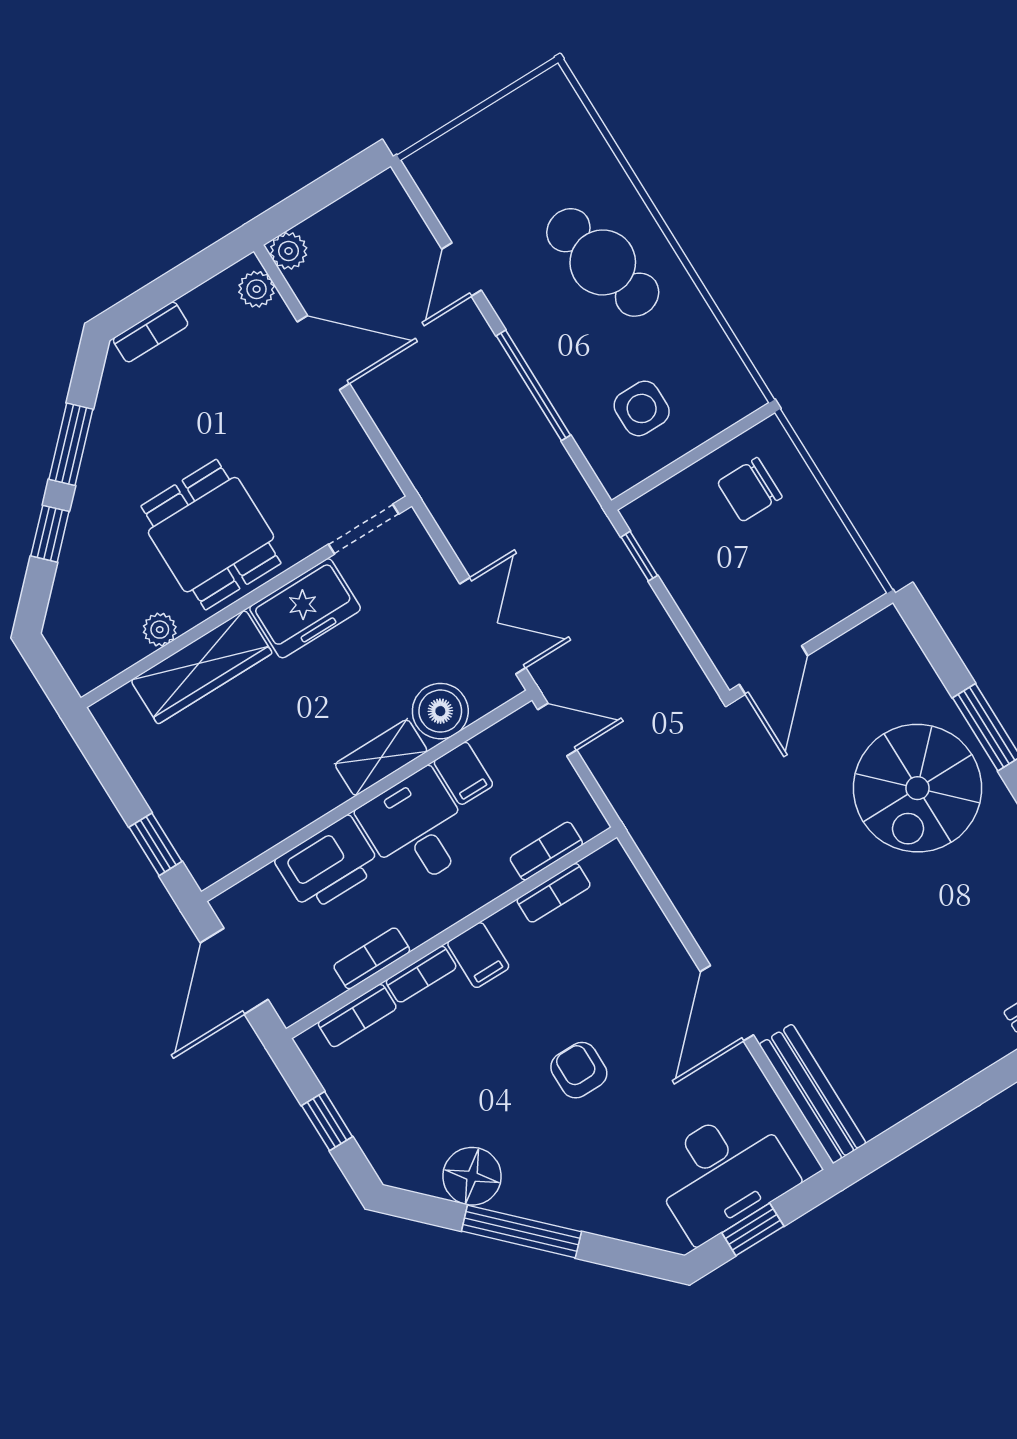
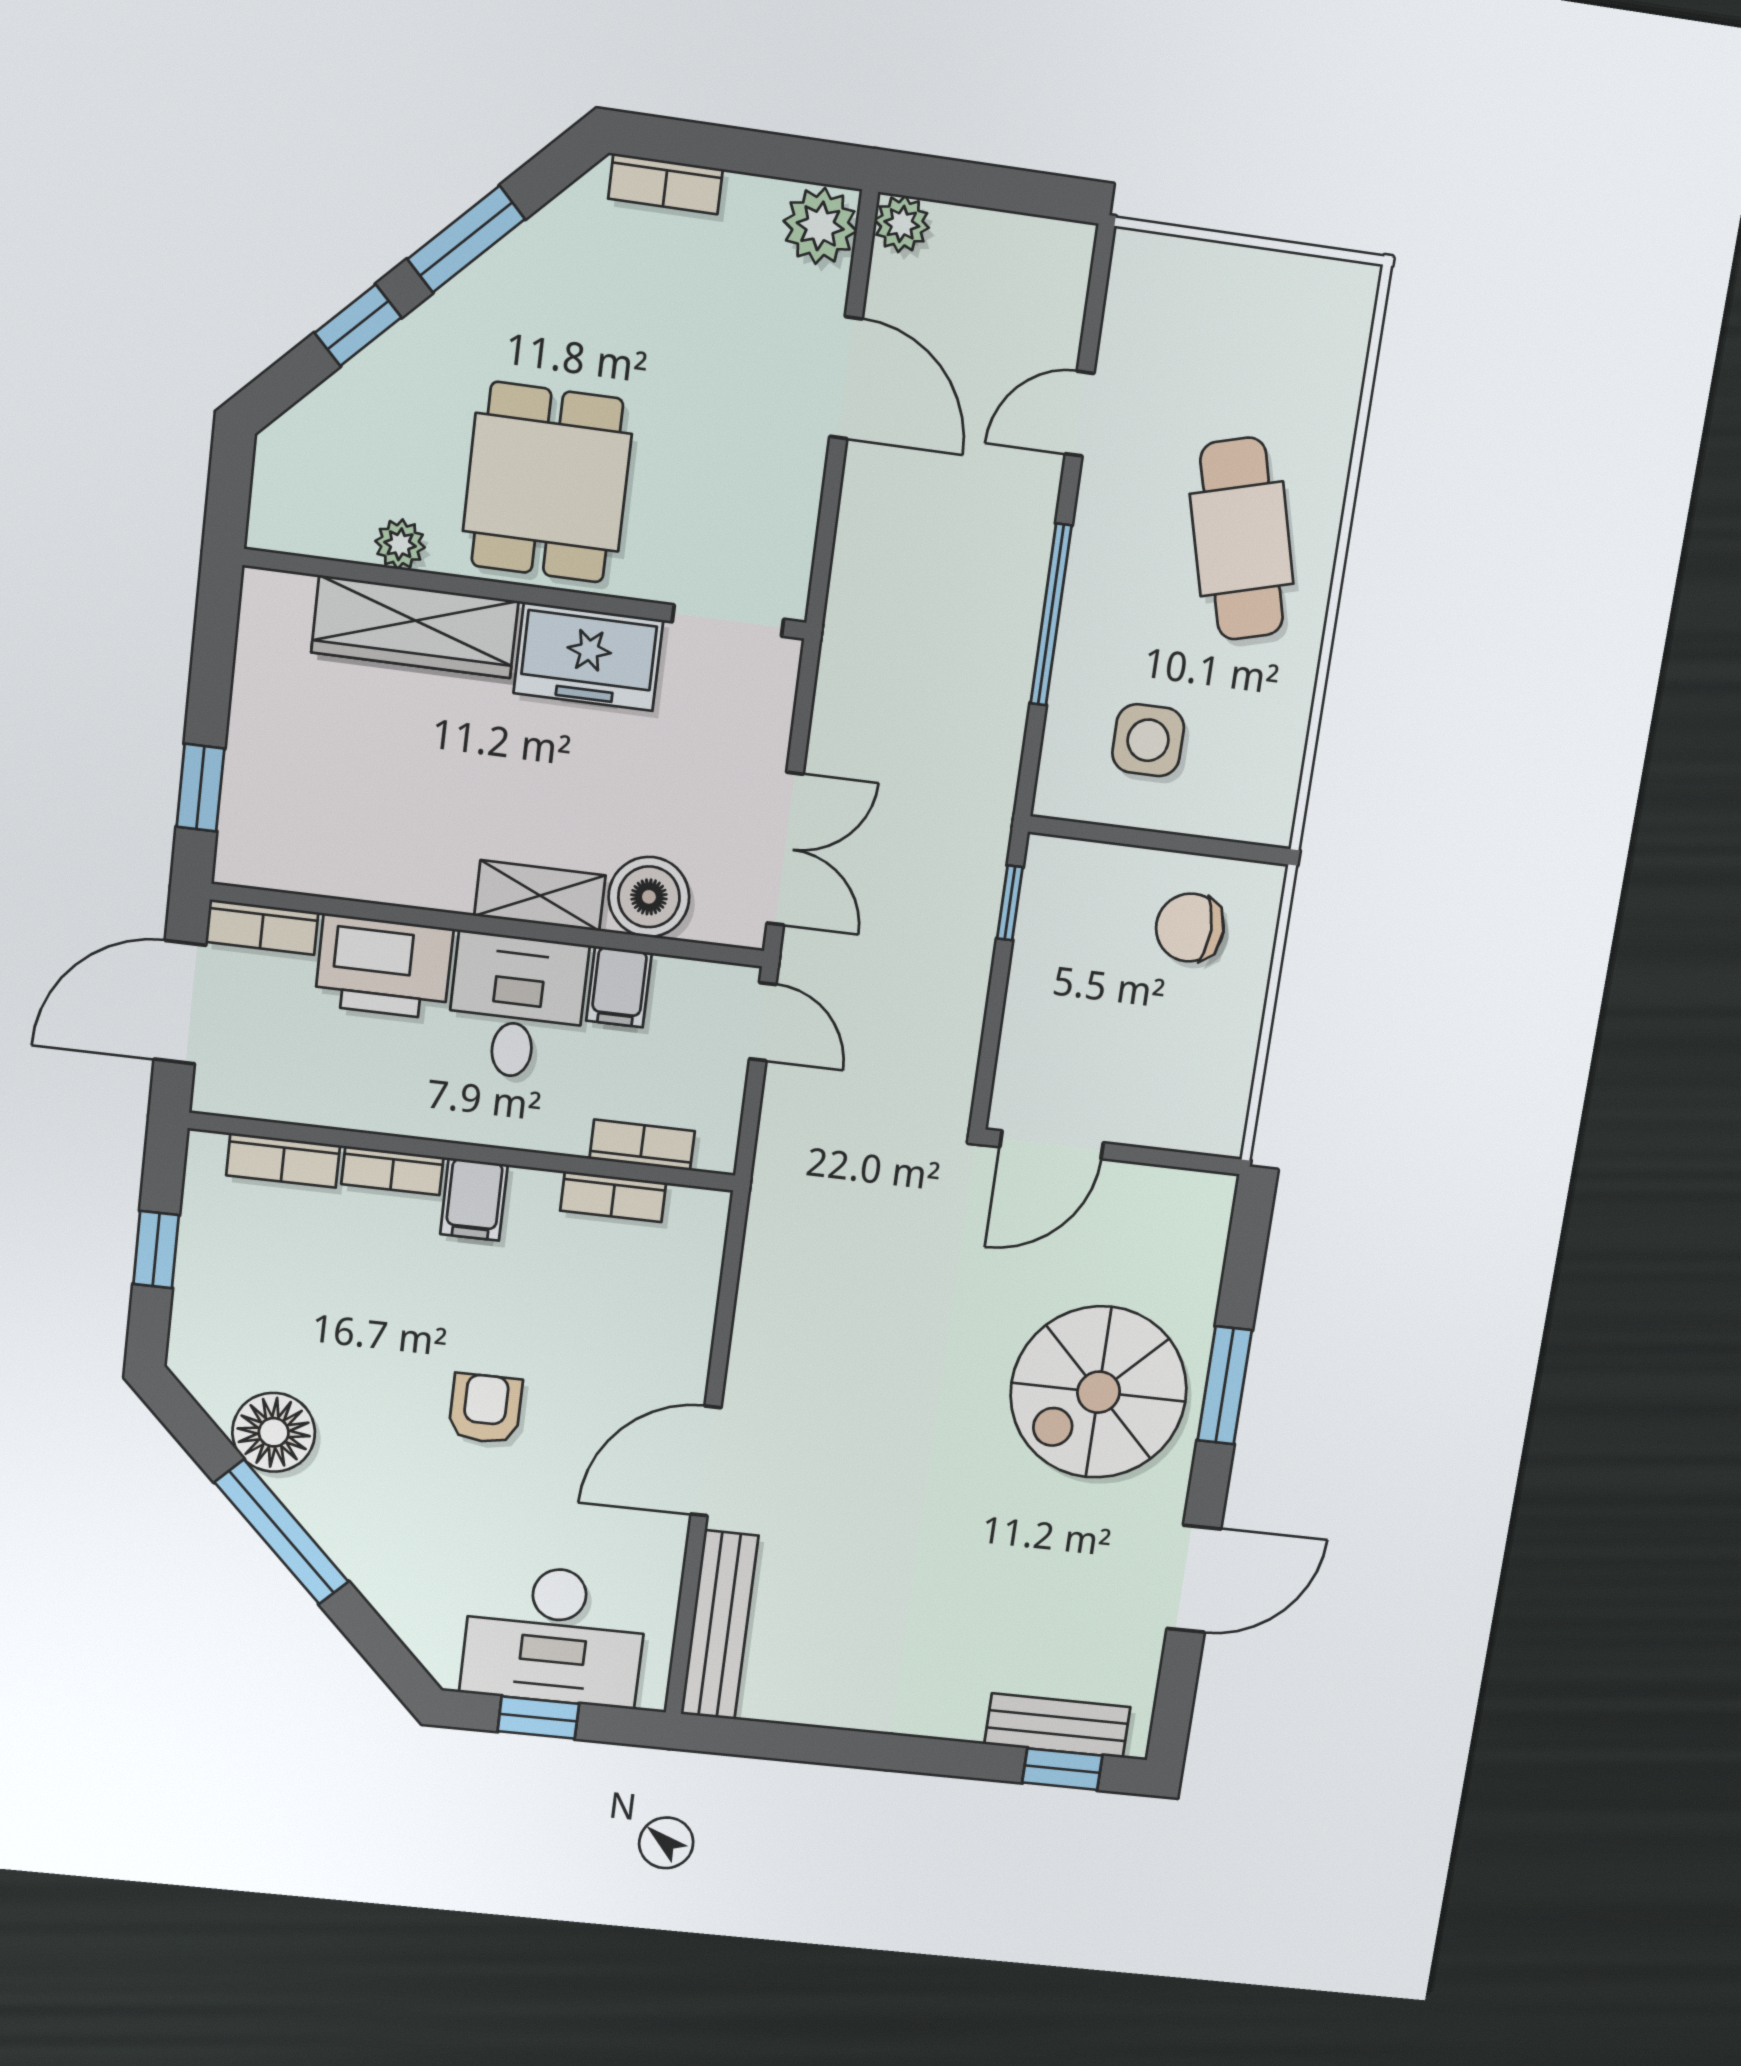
plant: (257, 289) -> (820, 226), width x1.38, depth x1.38
bookcase: (372, 958) -> (262, 927), moved, turned 180

